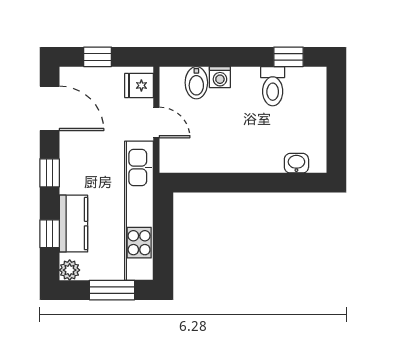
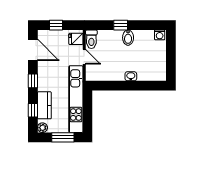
window: (288, 57) -> (121, 25), moved
washing machine: (220, 77) -> (160, 35), moved
bidet: (196, 83) -> (128, 38), moved
toilet: (273, 86) -> (91, 39), moved
washbasin: (296, 163) -> (131, 76), moved

